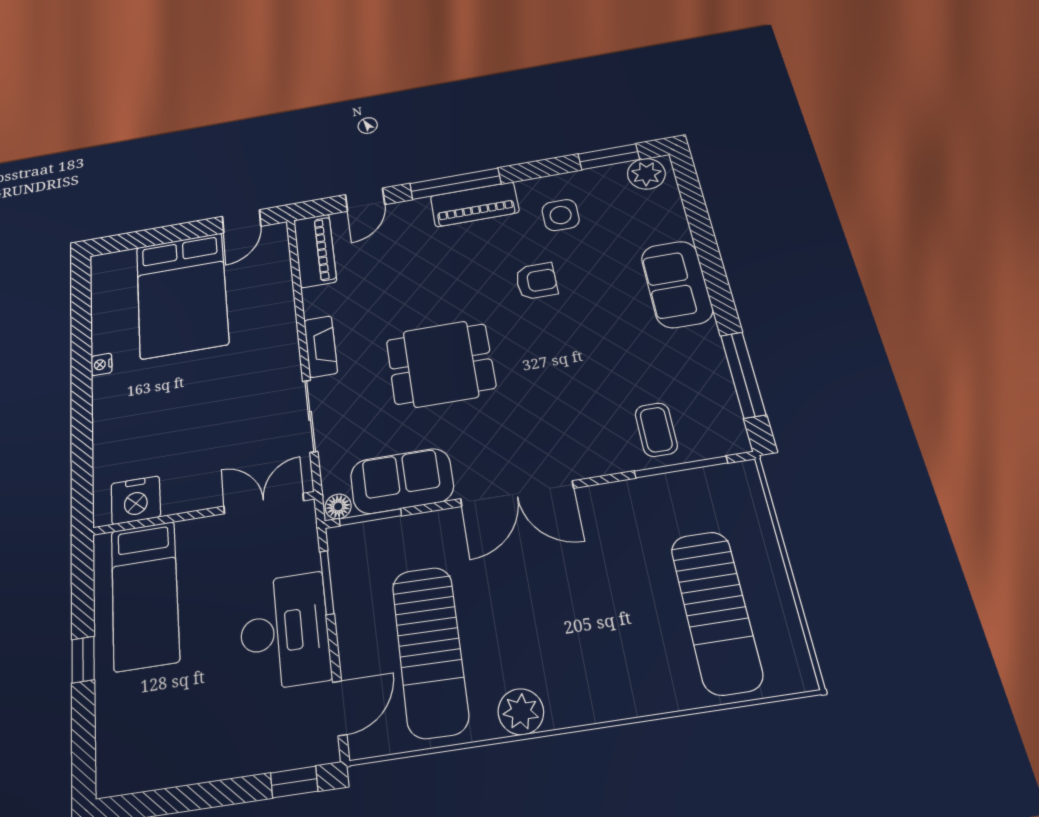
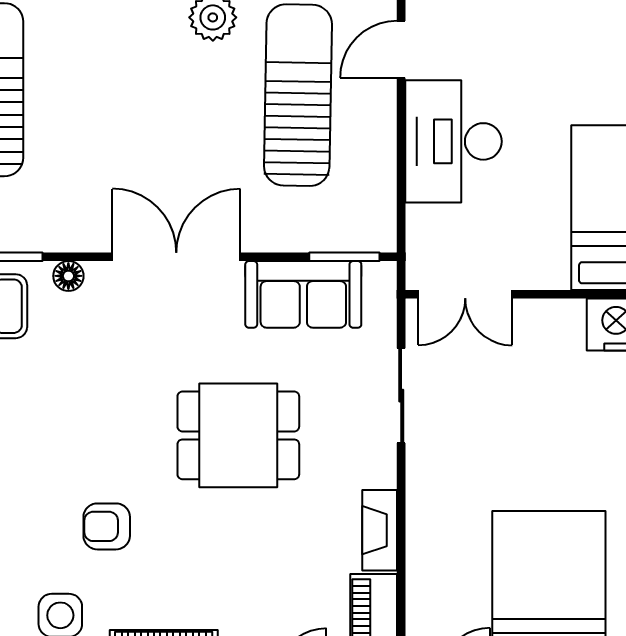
fireplace: (321, 347) -> (380, 530), moved
floor lamp: (338, 506) -> (68, 276), moved
window: (327, 582) -> (401, 189), removed

